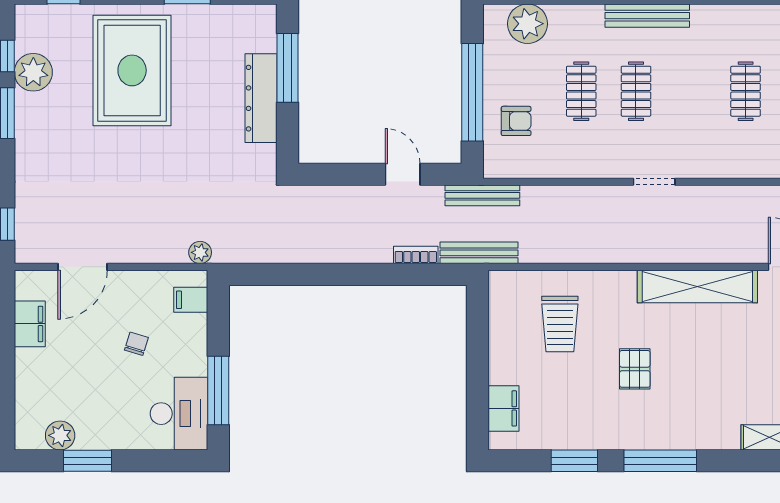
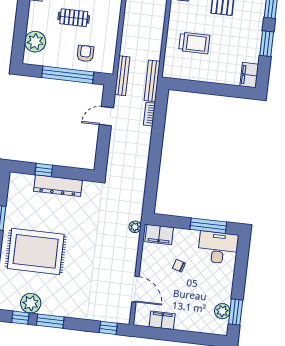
window: (287, 68) -> (44, 170), width x0.46
filing cabinet: (191, 300) -> (159, 235), width x2.00
filing cabinet: (504, 408) -> (249, 75), moved, turned -90
window: (87, 461) -> (236, 312), moved

